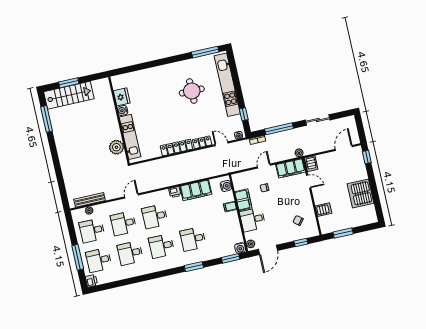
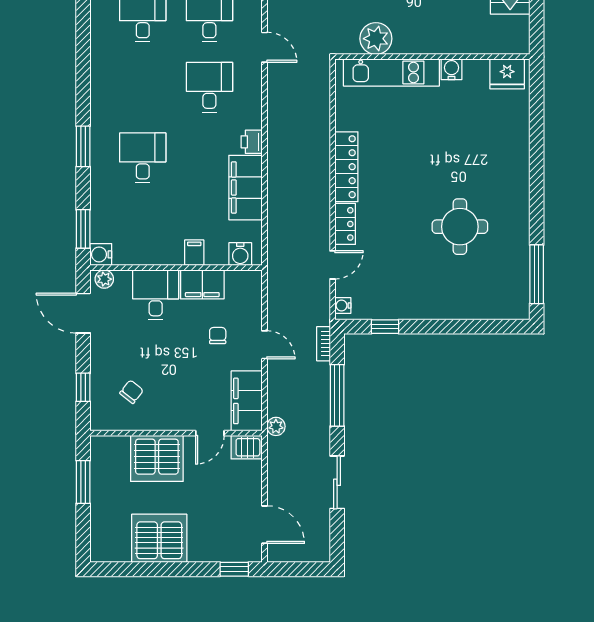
kitchen unit: (227, 85) -> (456, 306), removed
fridge: (122, 97) -> (507, 74), moved
server rack: (324, 210) -> (157, 458), width x2.18, depth x1.44
desk: (162, 246) -> (143, 87), removed

